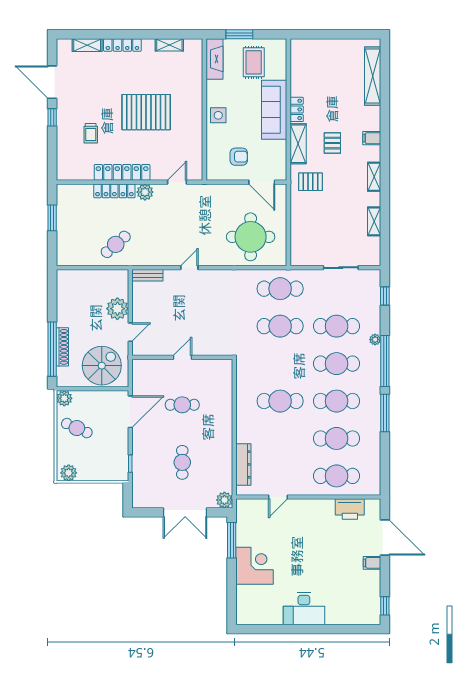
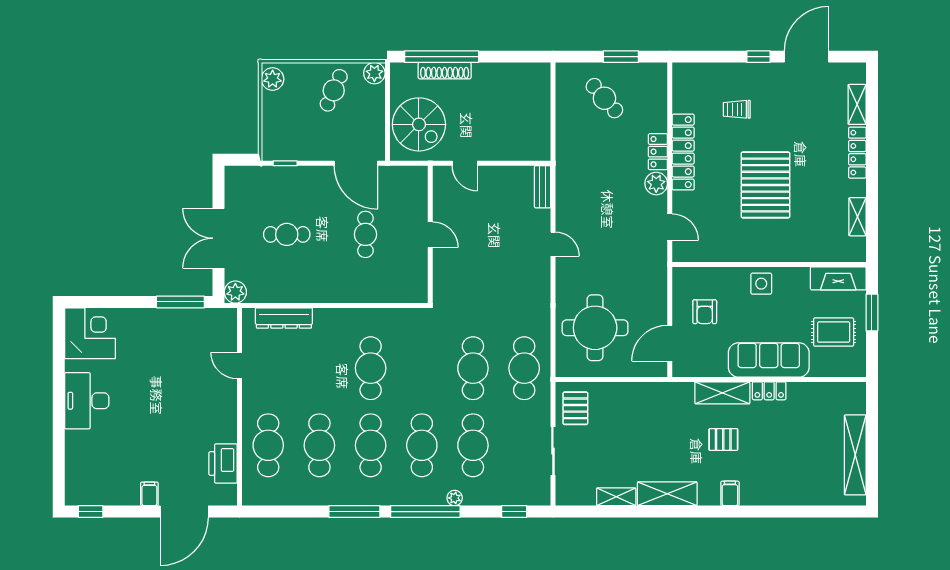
shelving: (373, 76) -> (855, 455), moved, turned 90
shelving: (374, 177) -> (667, 494), width x1.50, depth x1.33
pallet: (310, 182) -> (575, 408), moved
locker: (114, 191) -> (658, 152), width x0.66
cafe table: (116, 244) -> (604, 98), moved
plant: (117, 309) -> (497, 146), removed
corner desk: (255, 566) -> (90, 333), moved, turned -90

